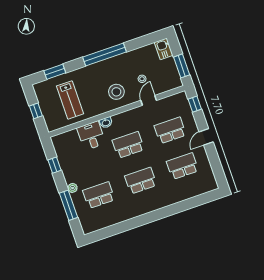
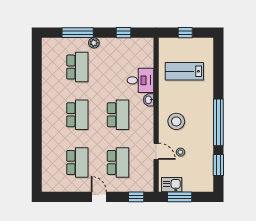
kitchen sink: (164, 49) -> (172, 185), moved
window: (55, 72) -> (218, 165), moved

